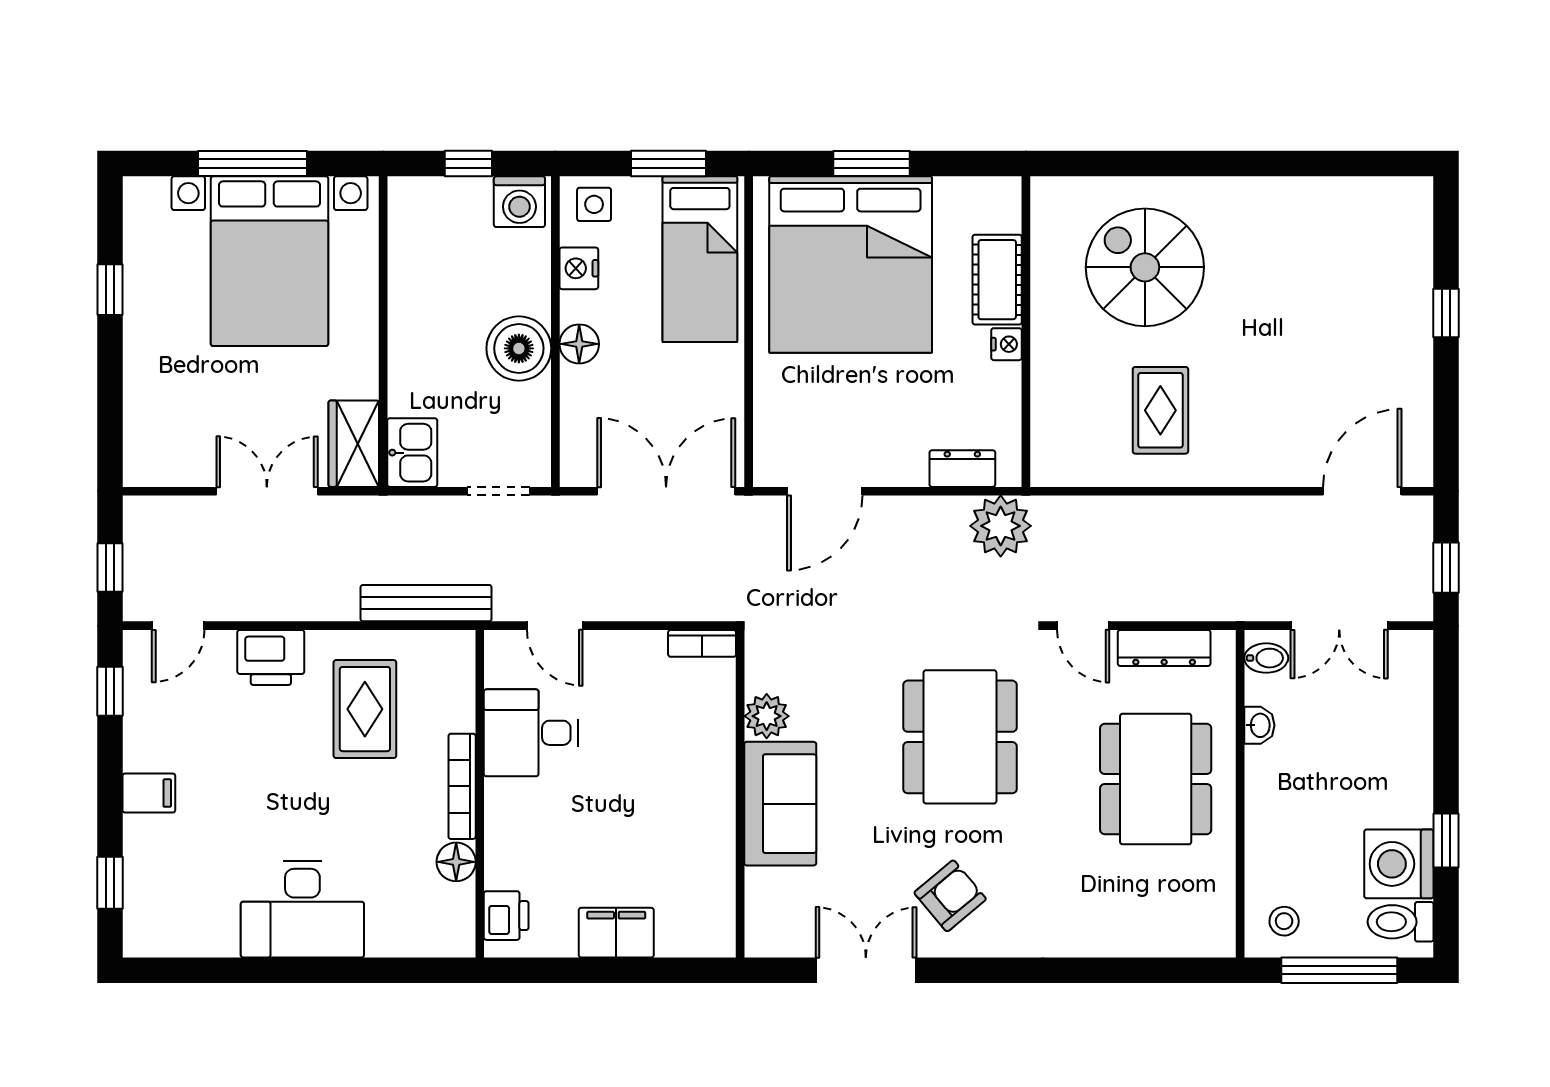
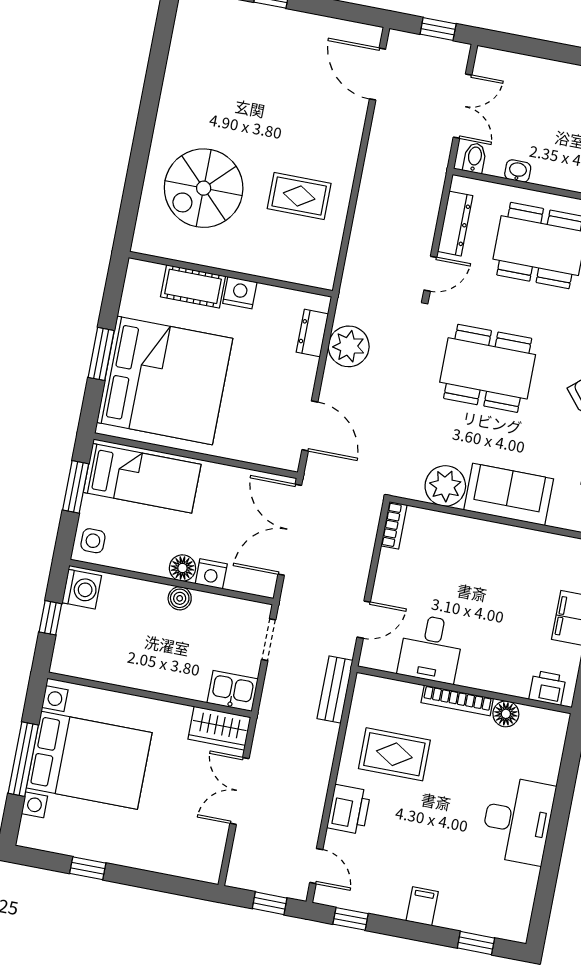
nightstand: (579, 268) -> (211, 574), moved
nightstand: (1006, 344) -> (240, 293), width x1.39, depth x1.35
boiler: (519, 348) -> (180, 598), width x0.54, depth x0.54
plant: (1001, 526) -> (349, 346), moved
bench: (426, 603) -> (335, 689), width x0.73
plant: (767, 716) -> (445, 486), width x1.36, depth x1.36

